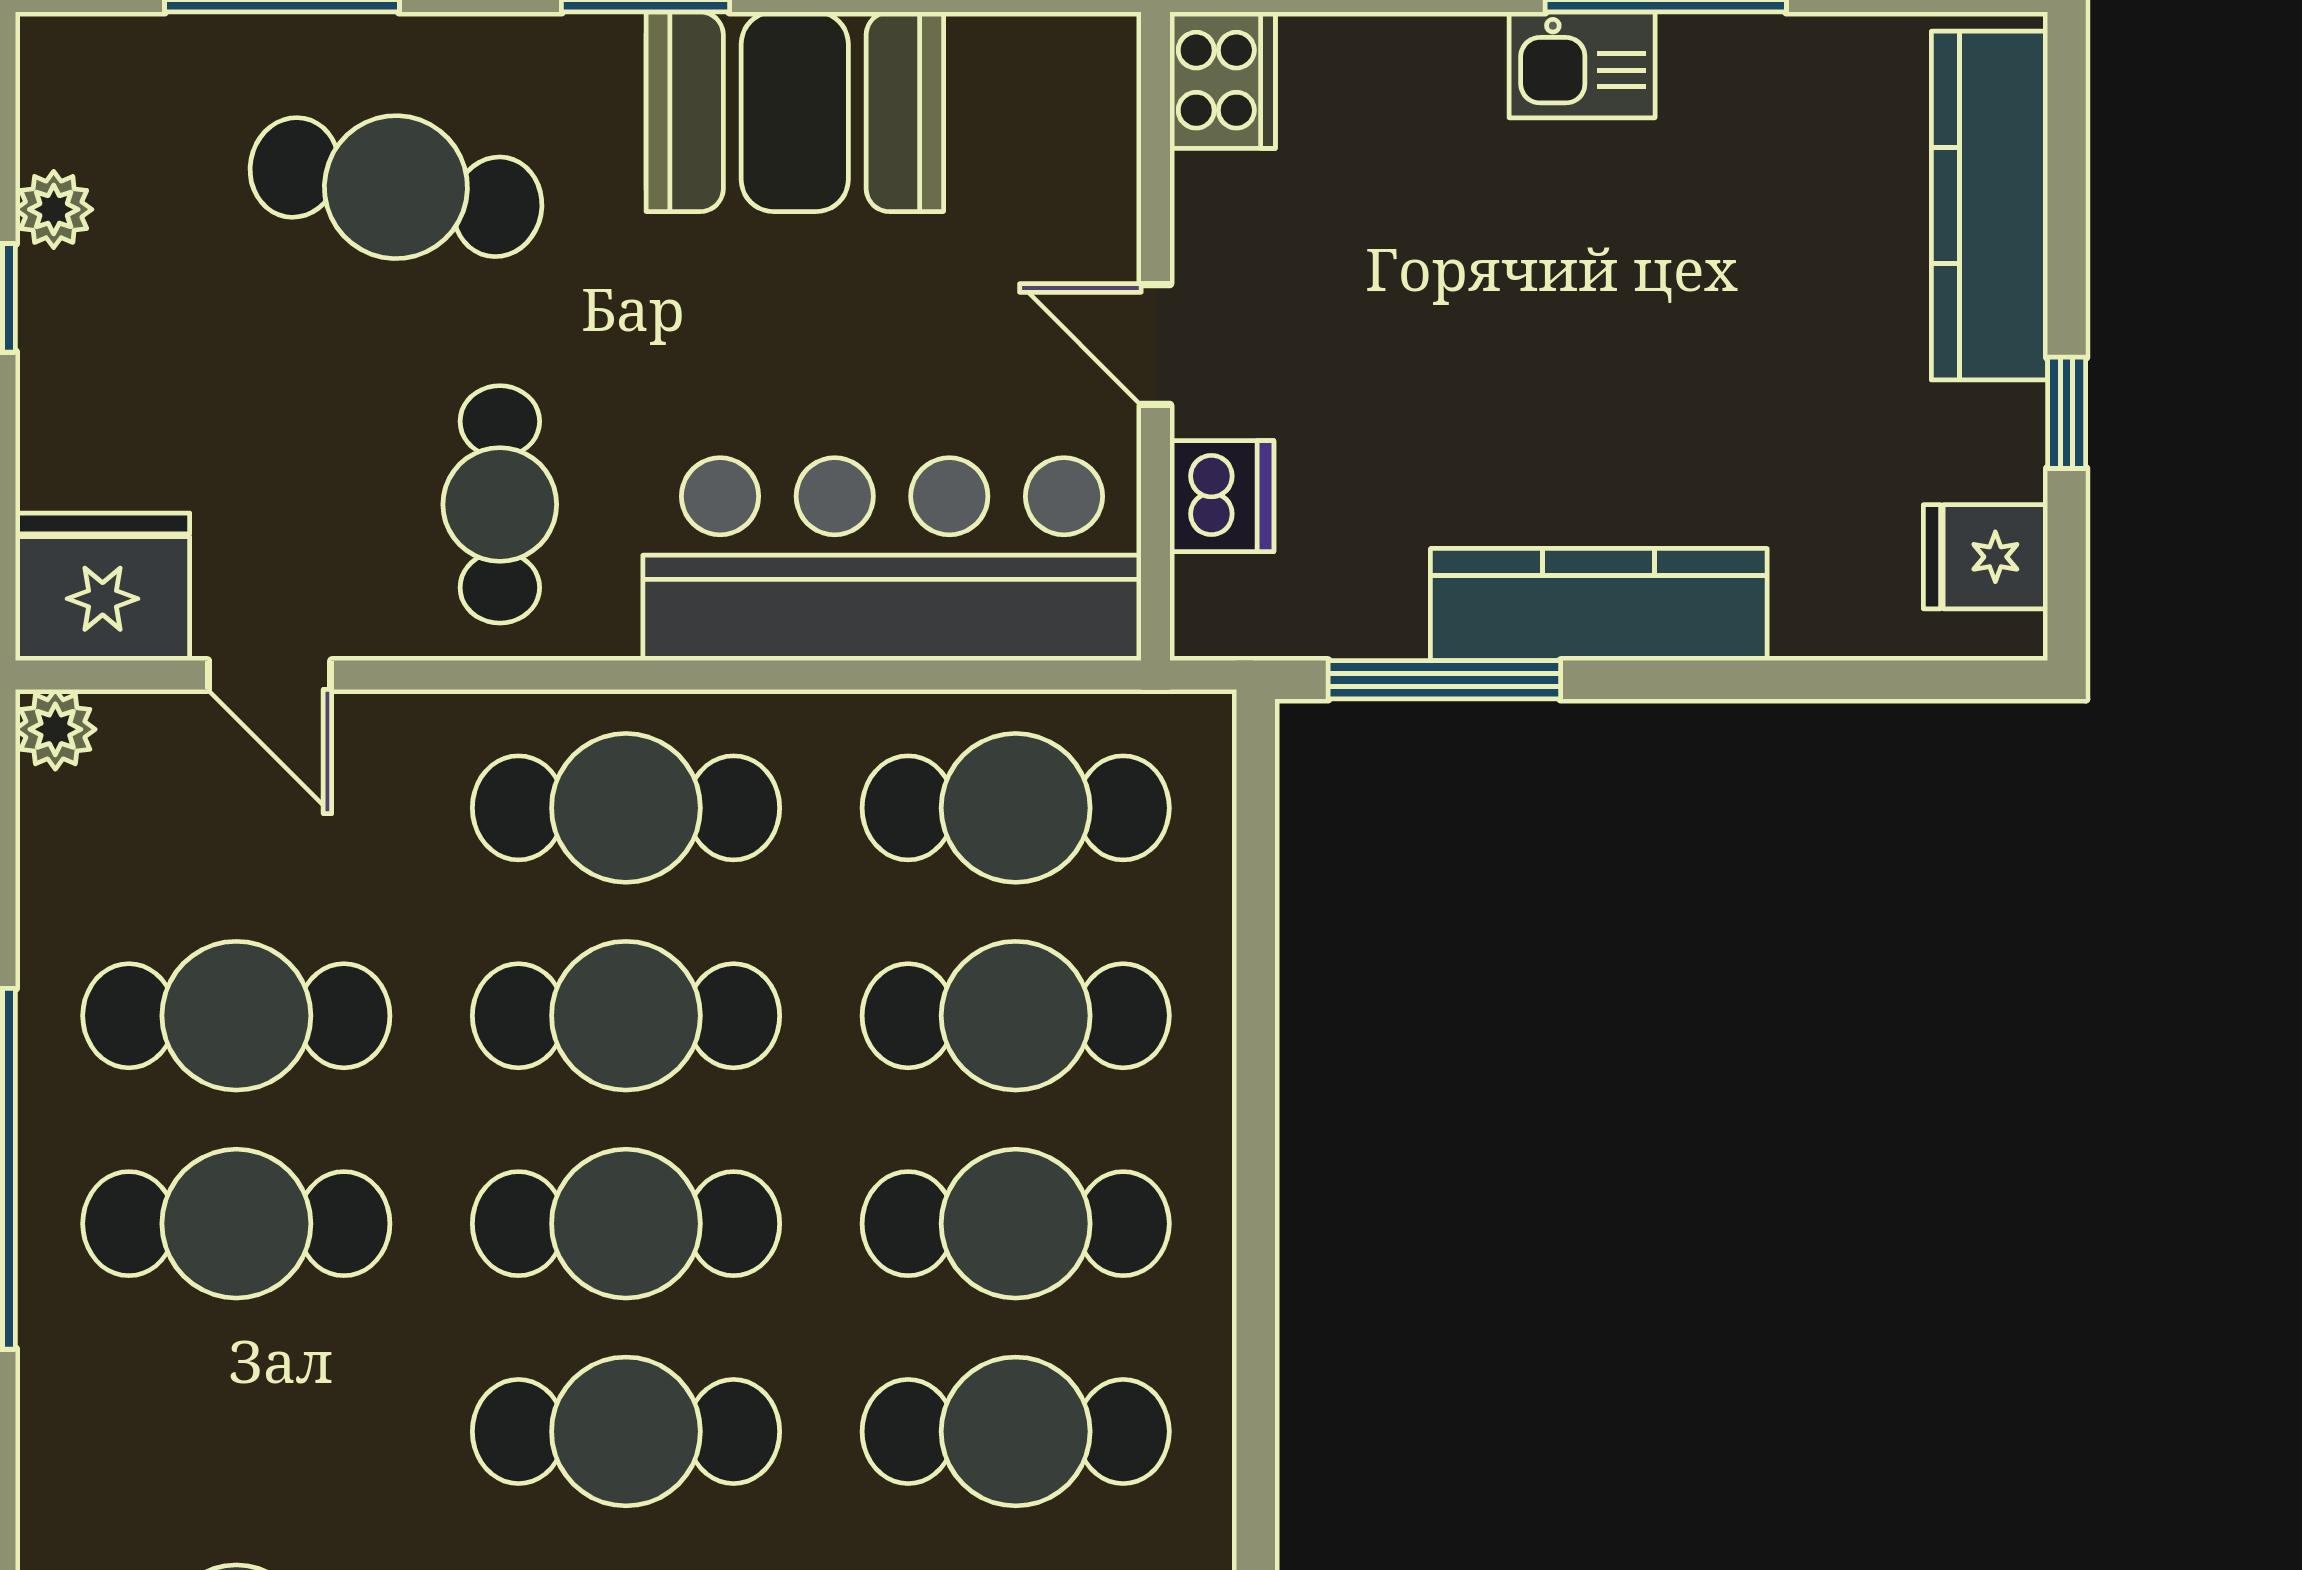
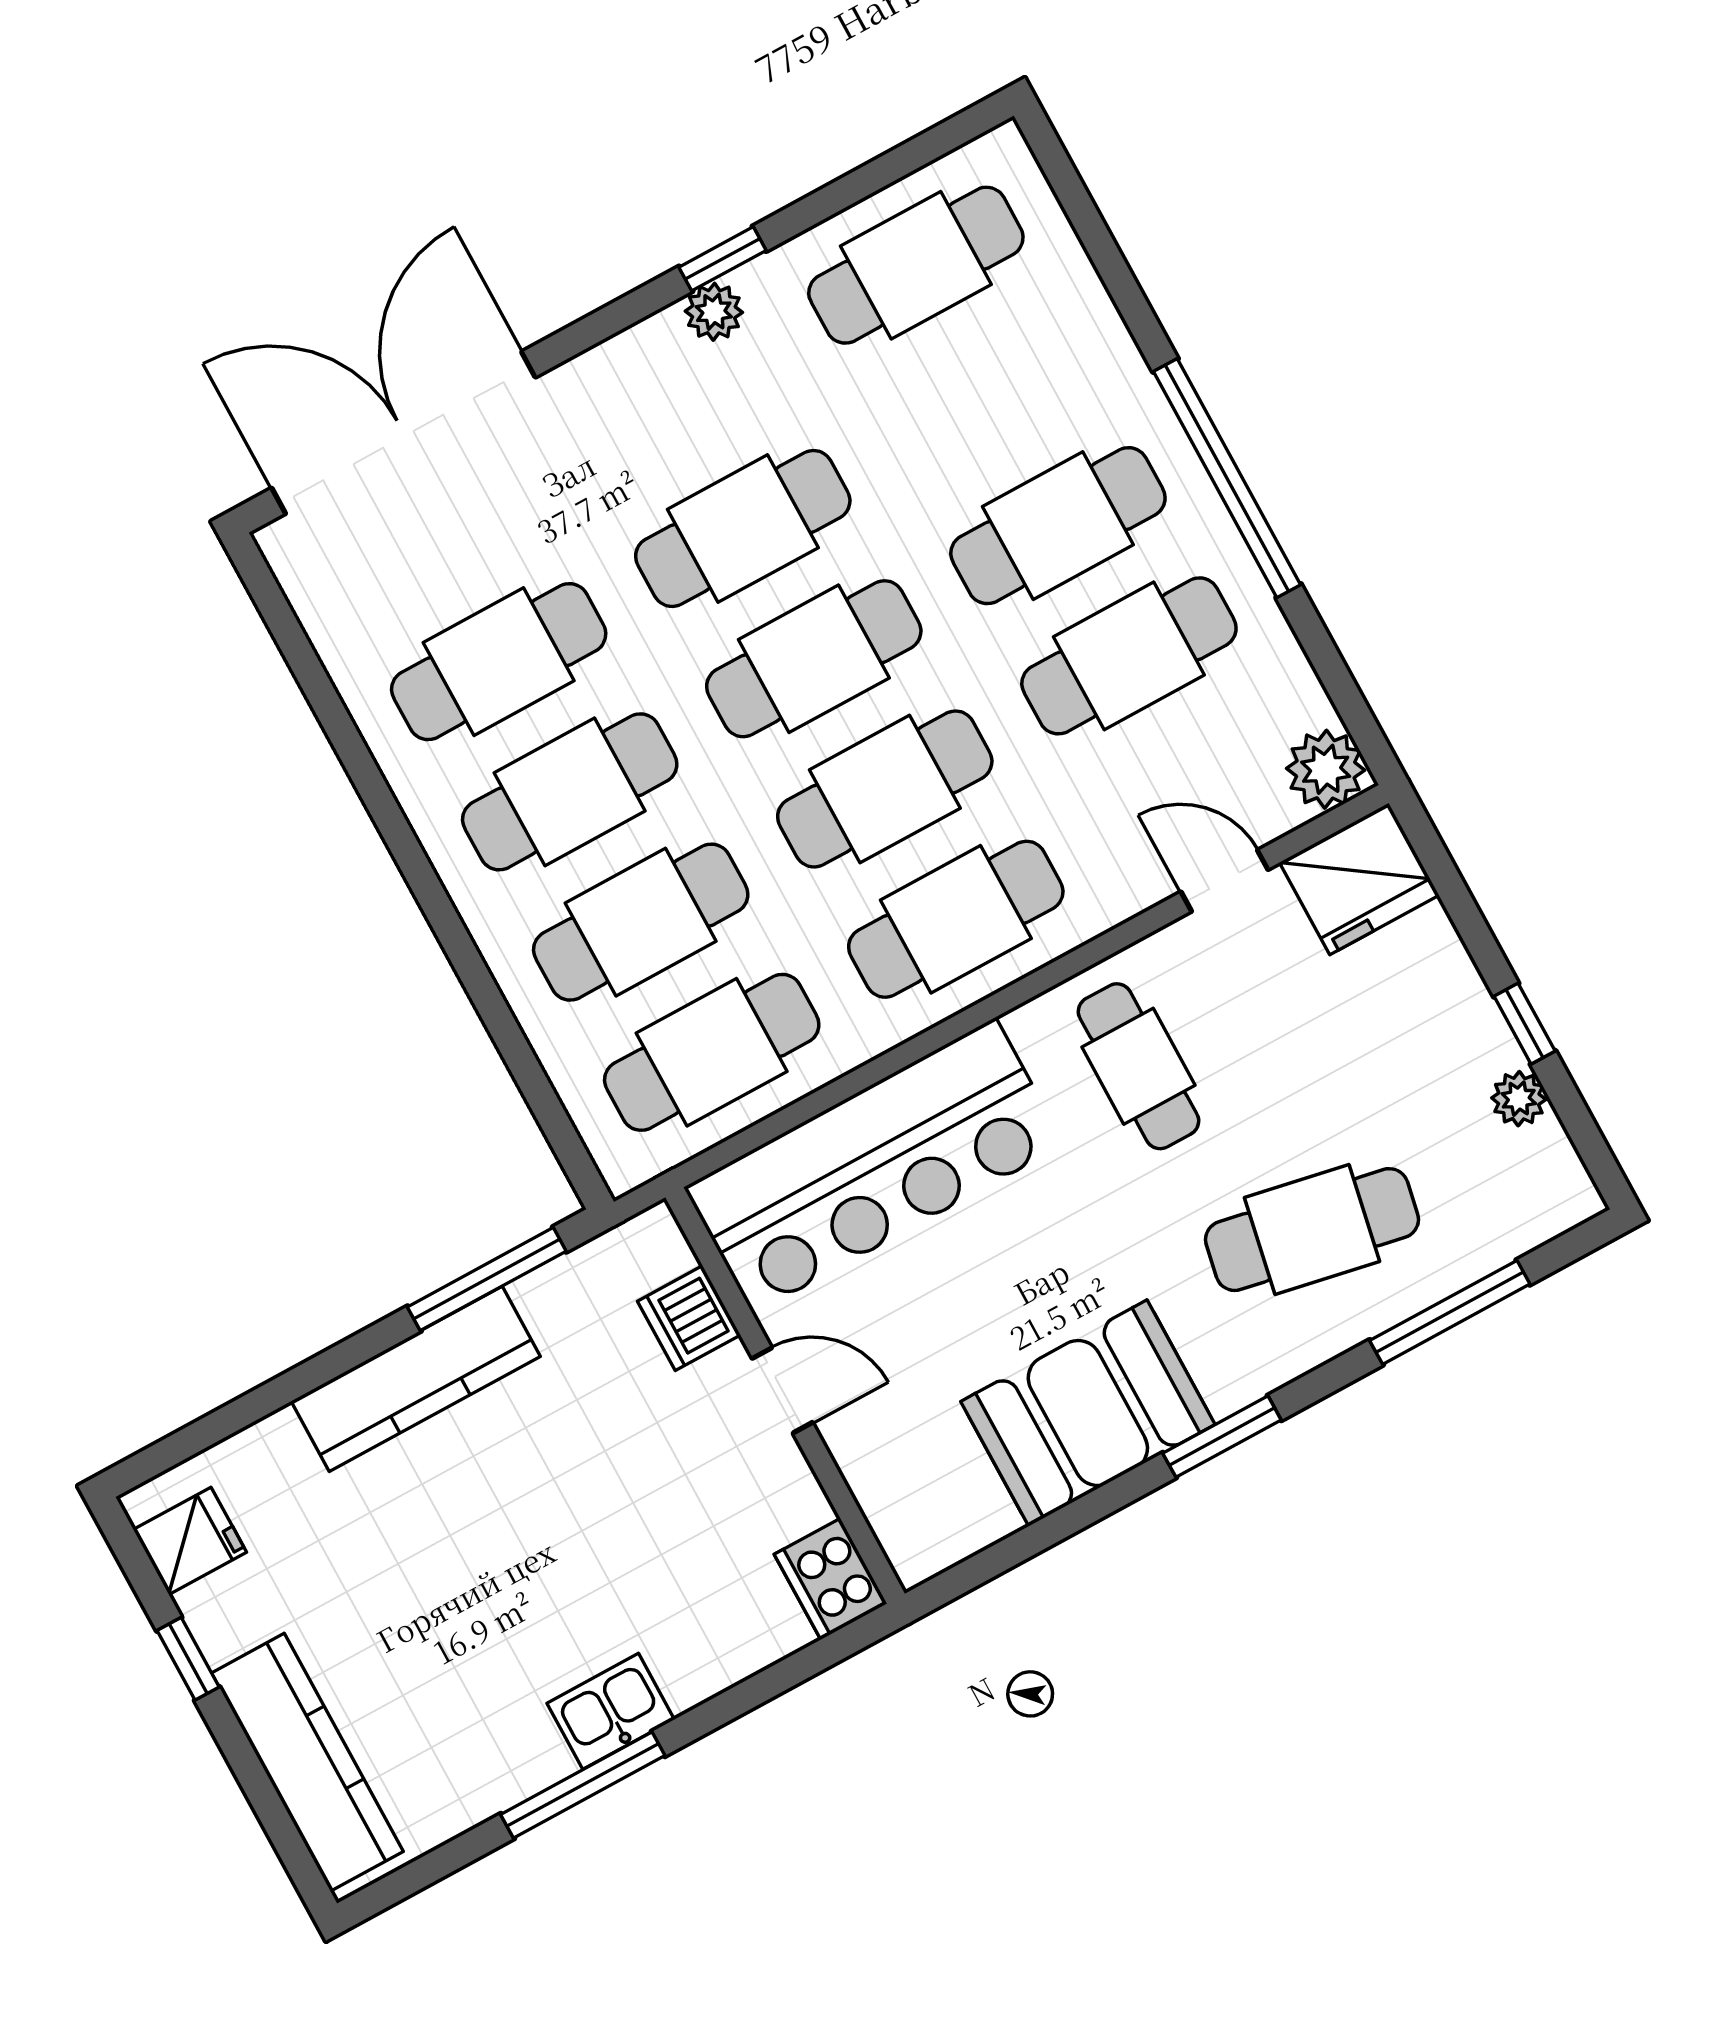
plant: (55, 729) -> (1326, 769), width x1.38, depth x1.38

